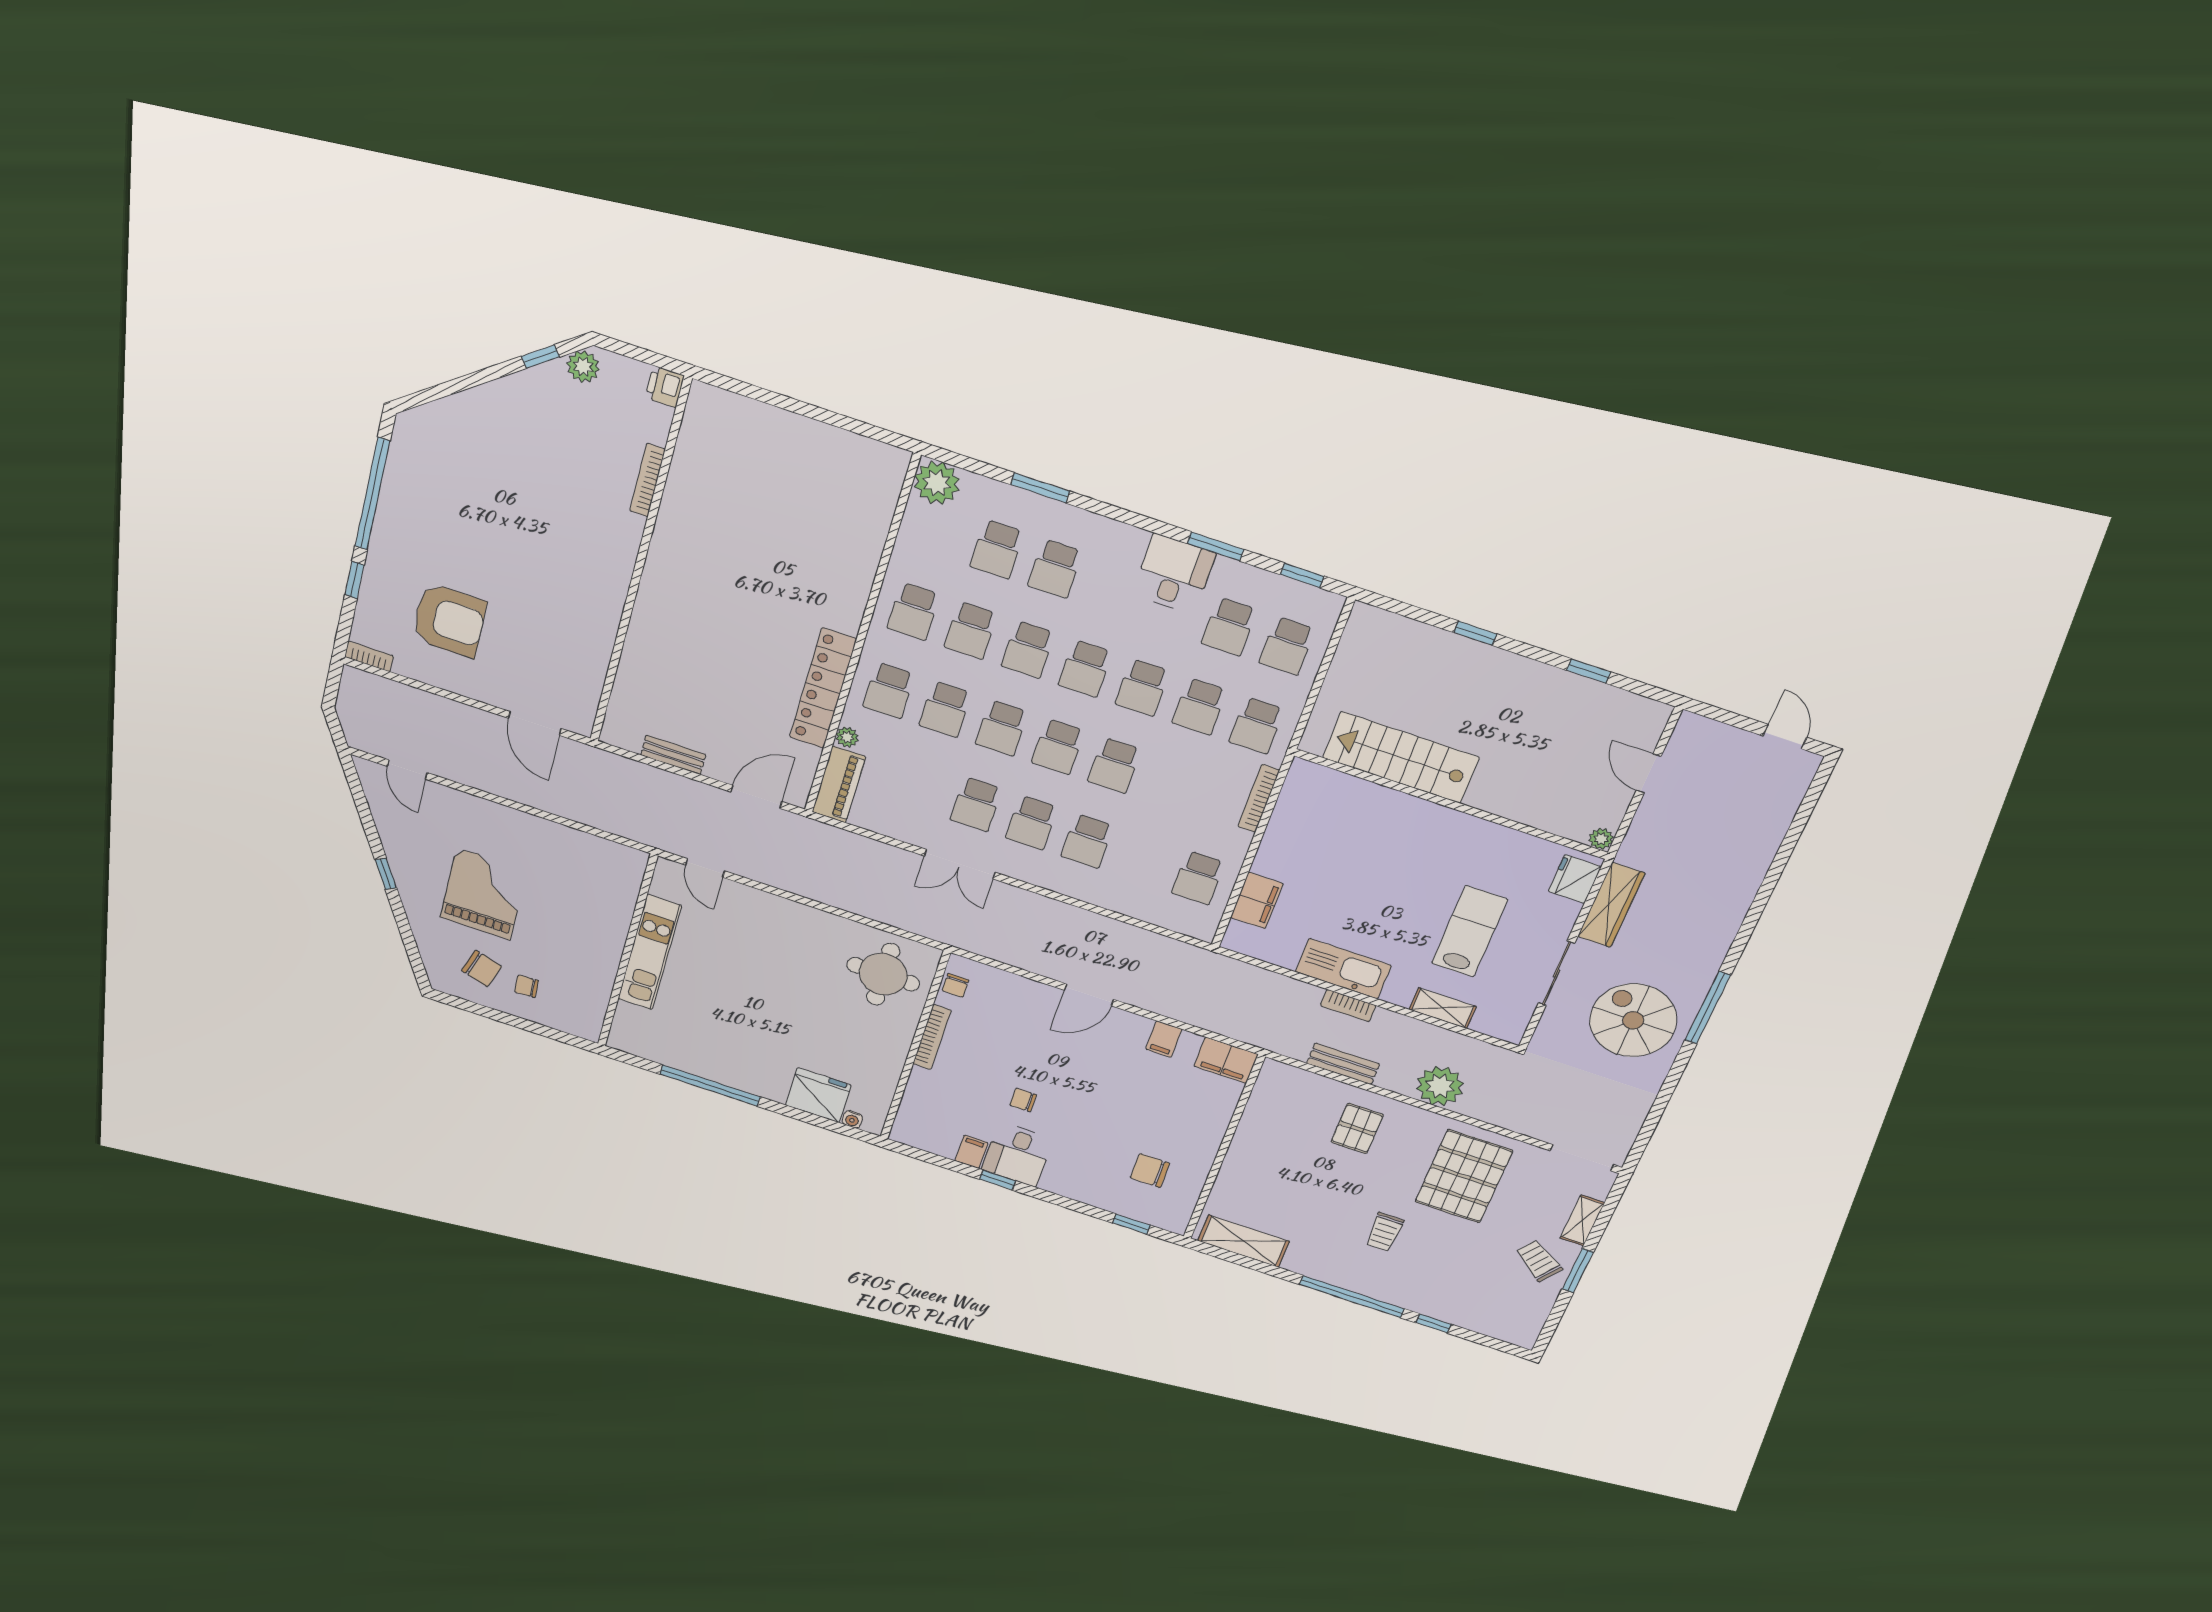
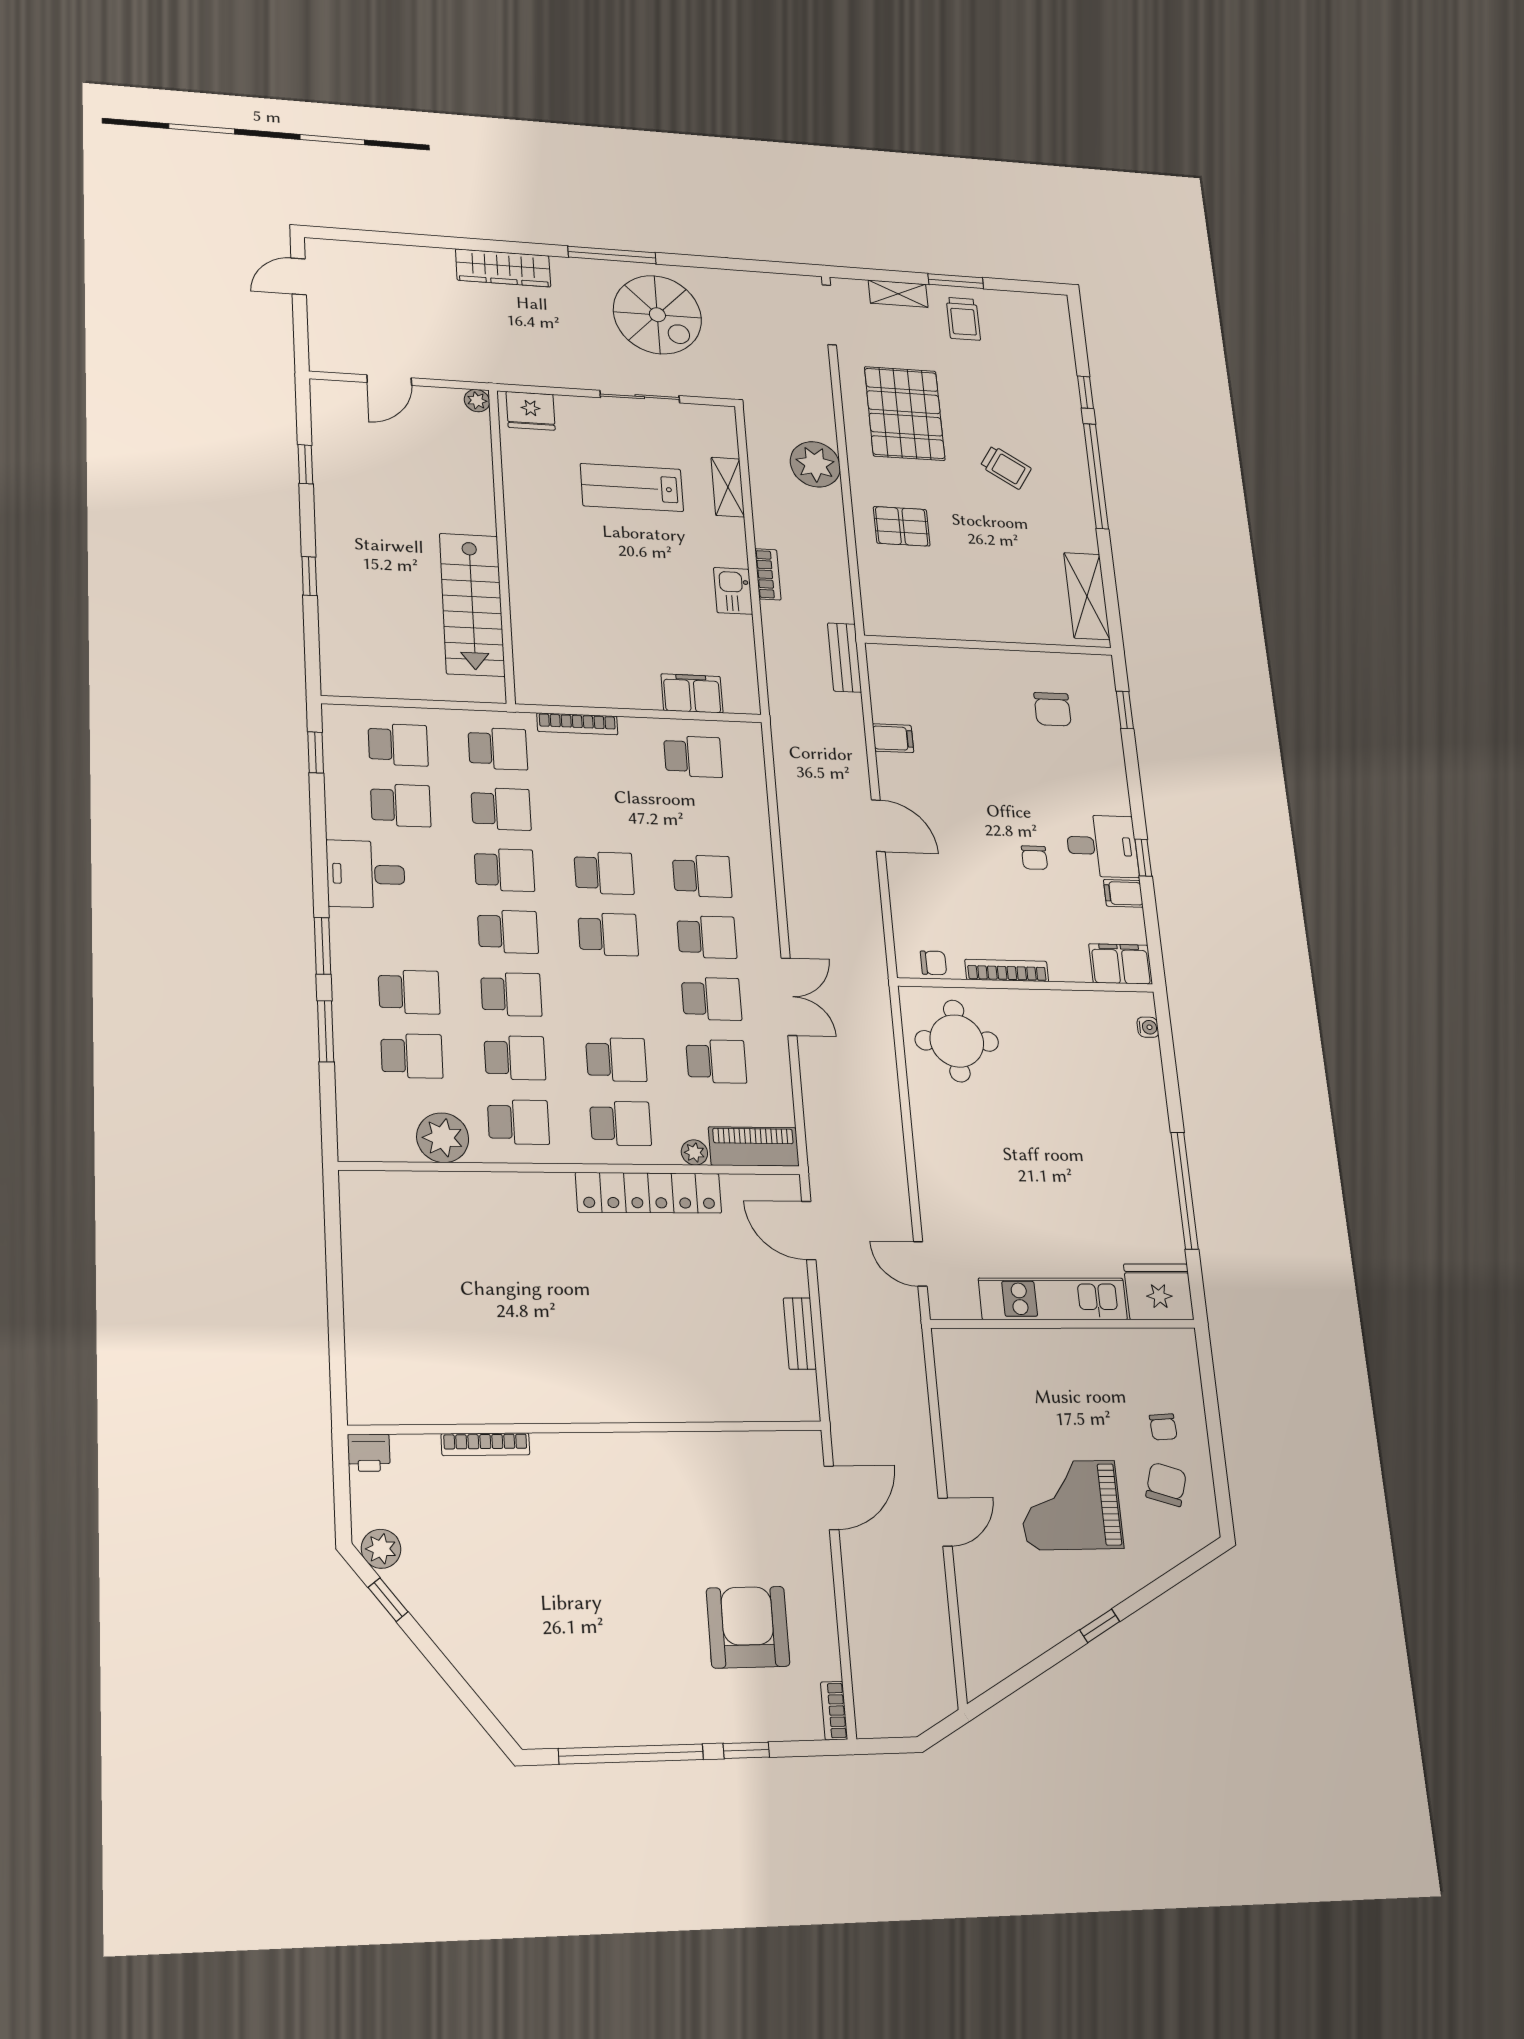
plant: (937, 483) -> (443, 1138), moved
window: (1216, 546) -> (322, 946), moved
school desk: (1002, 728) -> (716, 1061), moved
door: (407, 769) -> (945, 1522), moved
door: (705, 868) -> (920, 1264), swing flipped
wardrobe: (1611, 905) -> (503, 268), moved, turned 180
kitchen sink: (1343, 969) -> (733, 591), width x0.53, depth x0.81
spiral stairs: (1633, 1020) -> (657, 315), turned -90
filing cabinet: (1226, 1060) -> (1121, 964), moved, turned -90
bench: (1343, 1064) -> (845, 658), moved
fridge: (818, 1095) -> (1159, 1292), moved, turned 90
pallet: (1464, 1176) -> (905, 413), turned 90
trolley: (1384, 1232) -> (1006, 467), turned 32
trolley: (1539, 1261) -> (963, 319), turned -35

